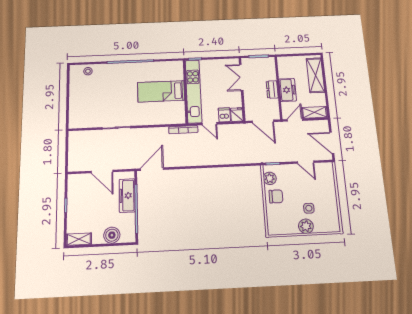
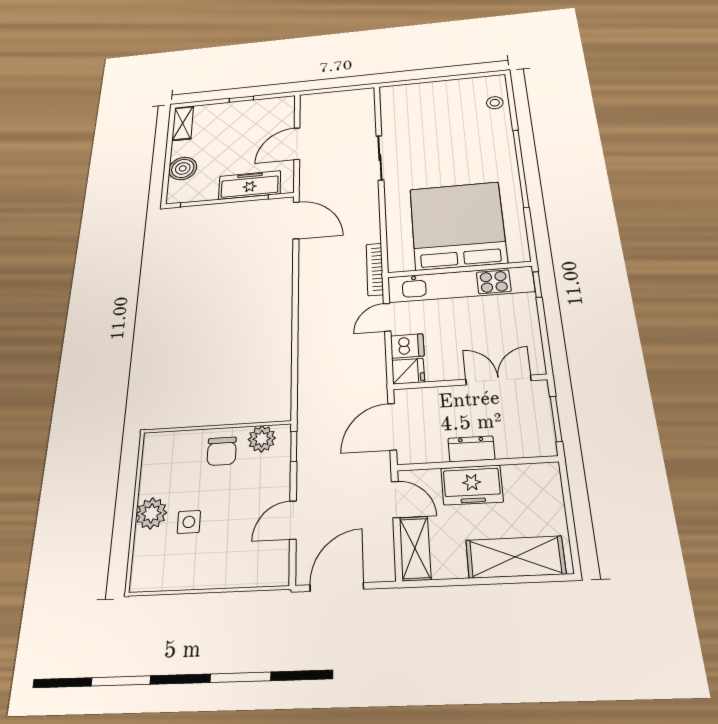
bed: (161, 91) -> (458, 225), width x2.04

